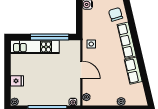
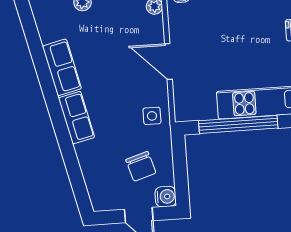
chair: (116, 14) -> (141, 166), moved
row of seats: (127, 40) -> (77, 118), width x0.68

